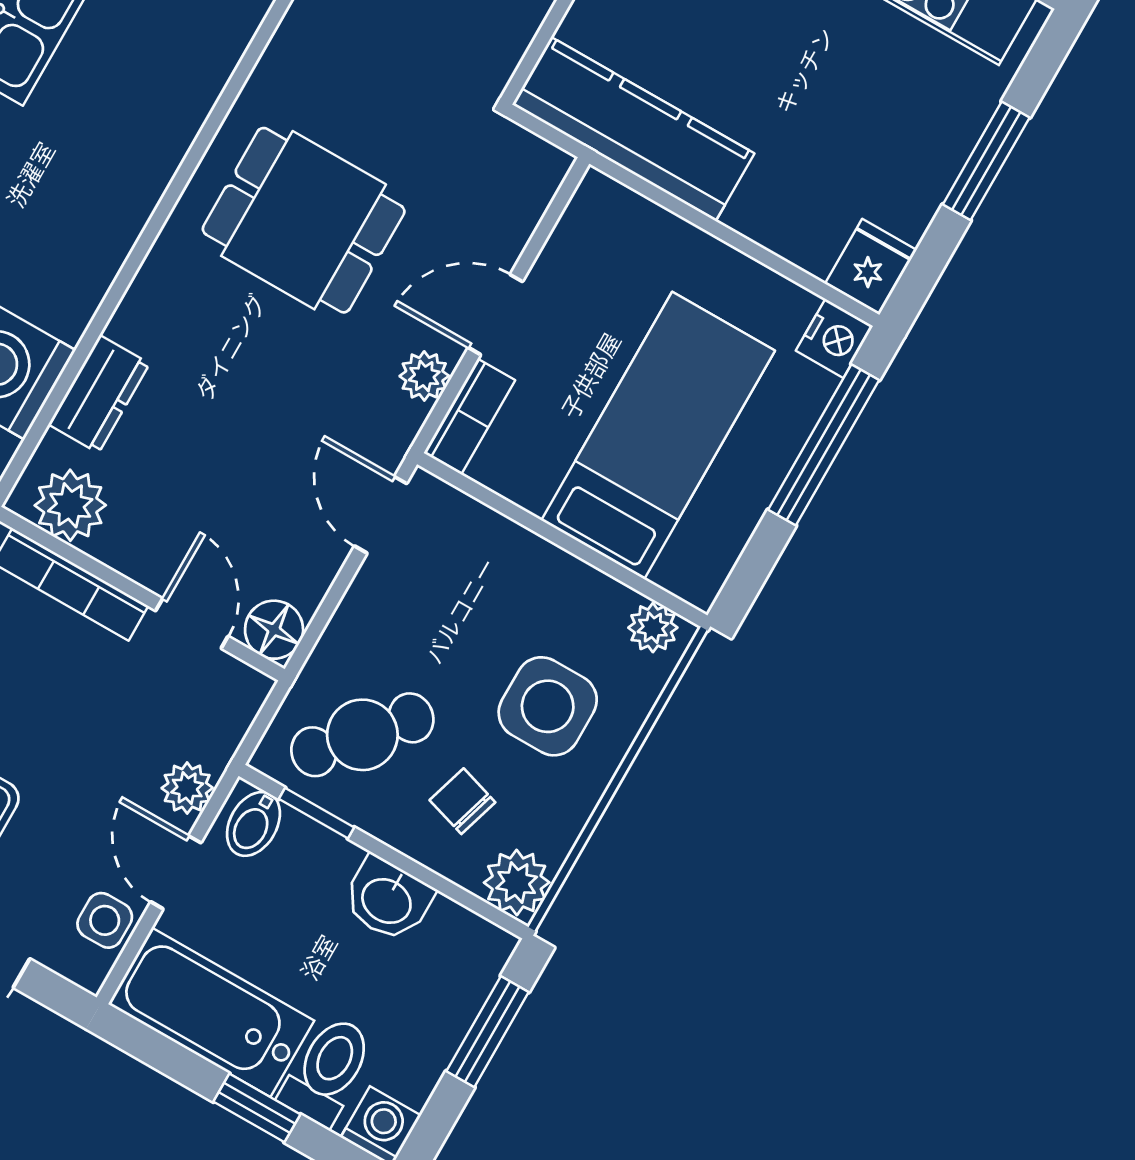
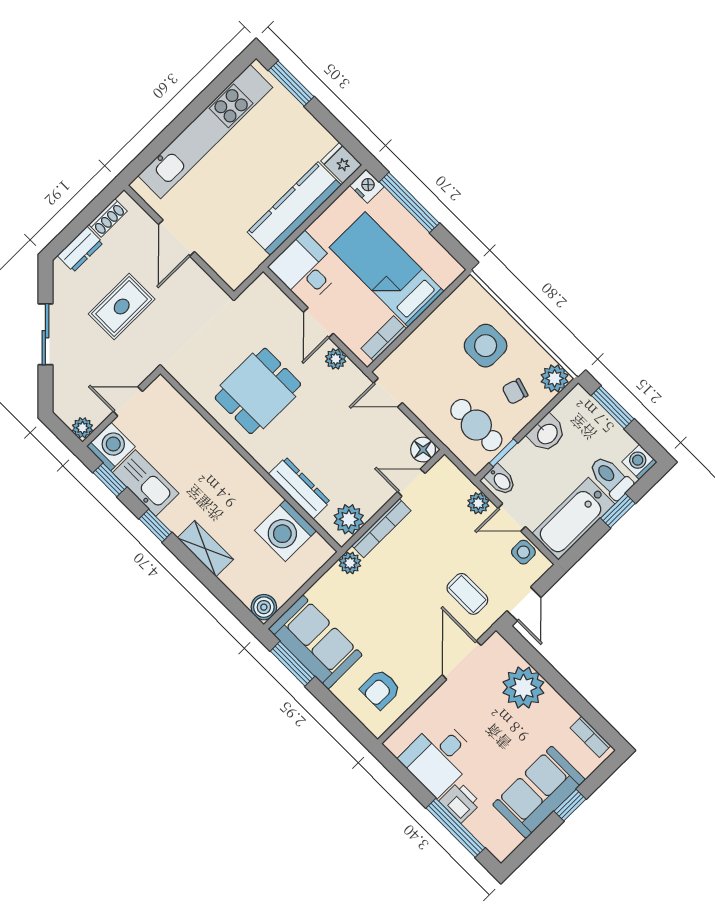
kitchen counter: (633, 129) -> (294, 209), moved
window: (986, 161) -> (291, 83), moved
desk: (610, 252) -> (306, 269), added
dresser: (99, 394) -> (299, 488), width x1.44
bookcase: (469, 417) -> (384, 339), moved, turned -90
plant: (653, 628) -> (465, 293), removed
cafe table: (362, 735) -> (476, 425), turned -41

